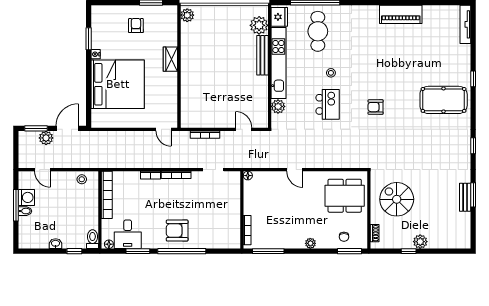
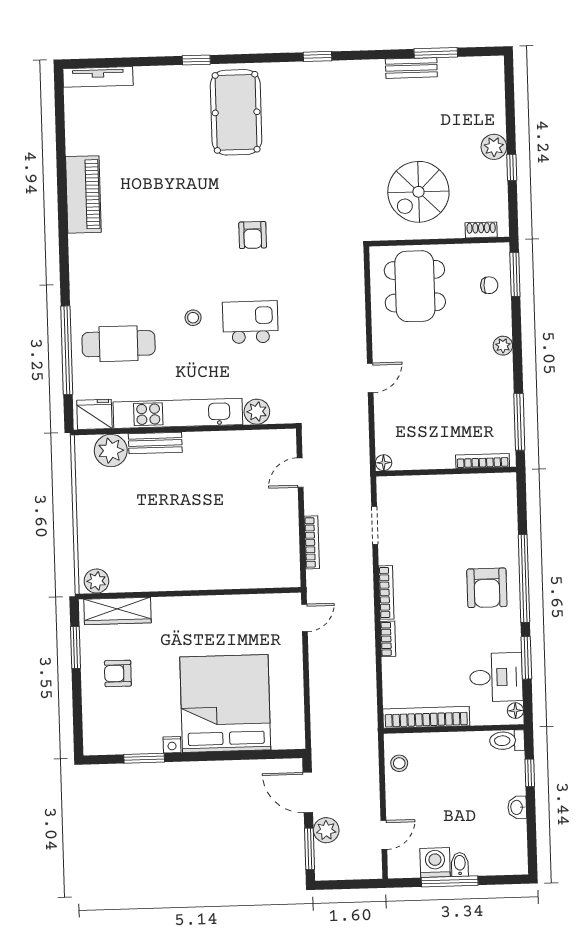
bench: (262, 55) -> (155, 443), width x0.73
wardrobe: (170, 59) -> (117, 611), moved, width x1.50
window: (473, 195) -> (436, 53), moved

